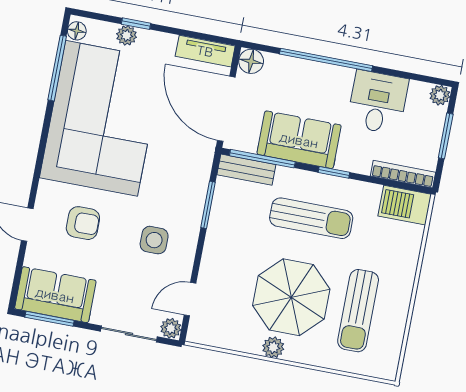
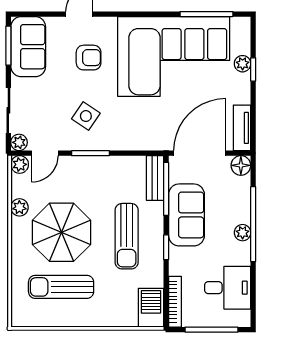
floor lamp: (77, 31) -> (239, 24), removed
plant: (440, 95) -> (243, 233), moved
desk: (378, 102) -> (228, 288), moved
window: (446, 136) -> (211, 330), width x1.44
window: (208, 205) -> (90, 153), moved
armchair: (83, 223) -> (89, 58), turned -90
side table: (154, 240) -> (86, 116), turned 34
door: (190, 299) -> (45, 153), swing flipped
plant: (198, 333) -> (20, 164), added
plant: (273, 347) -> (19, 207), moved

